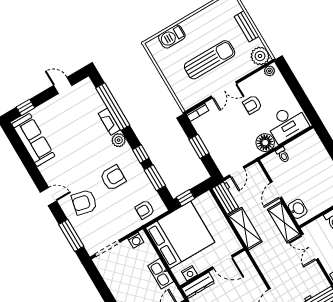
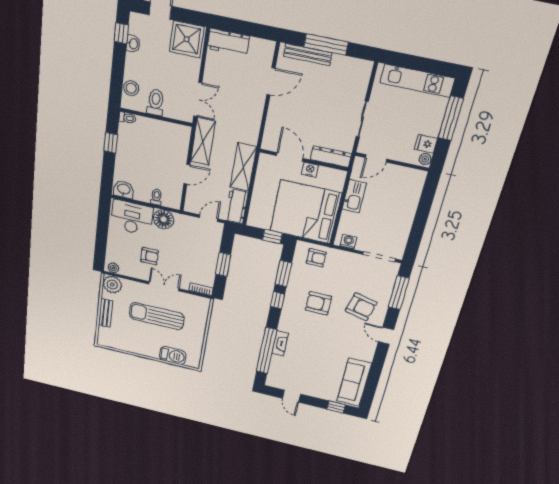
plant: (119, 140) -> (286, 325), removed
washbasin: (298, 209) -> (124, 189), moved, turned 90
nightstand: (190, 273) -> (310, 170), moved

